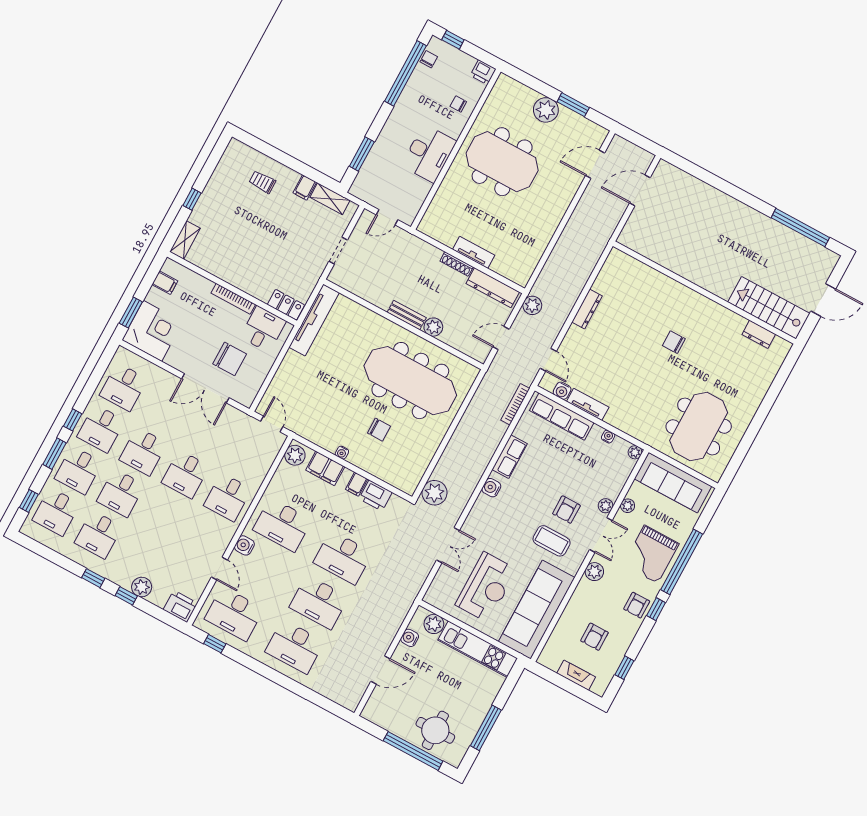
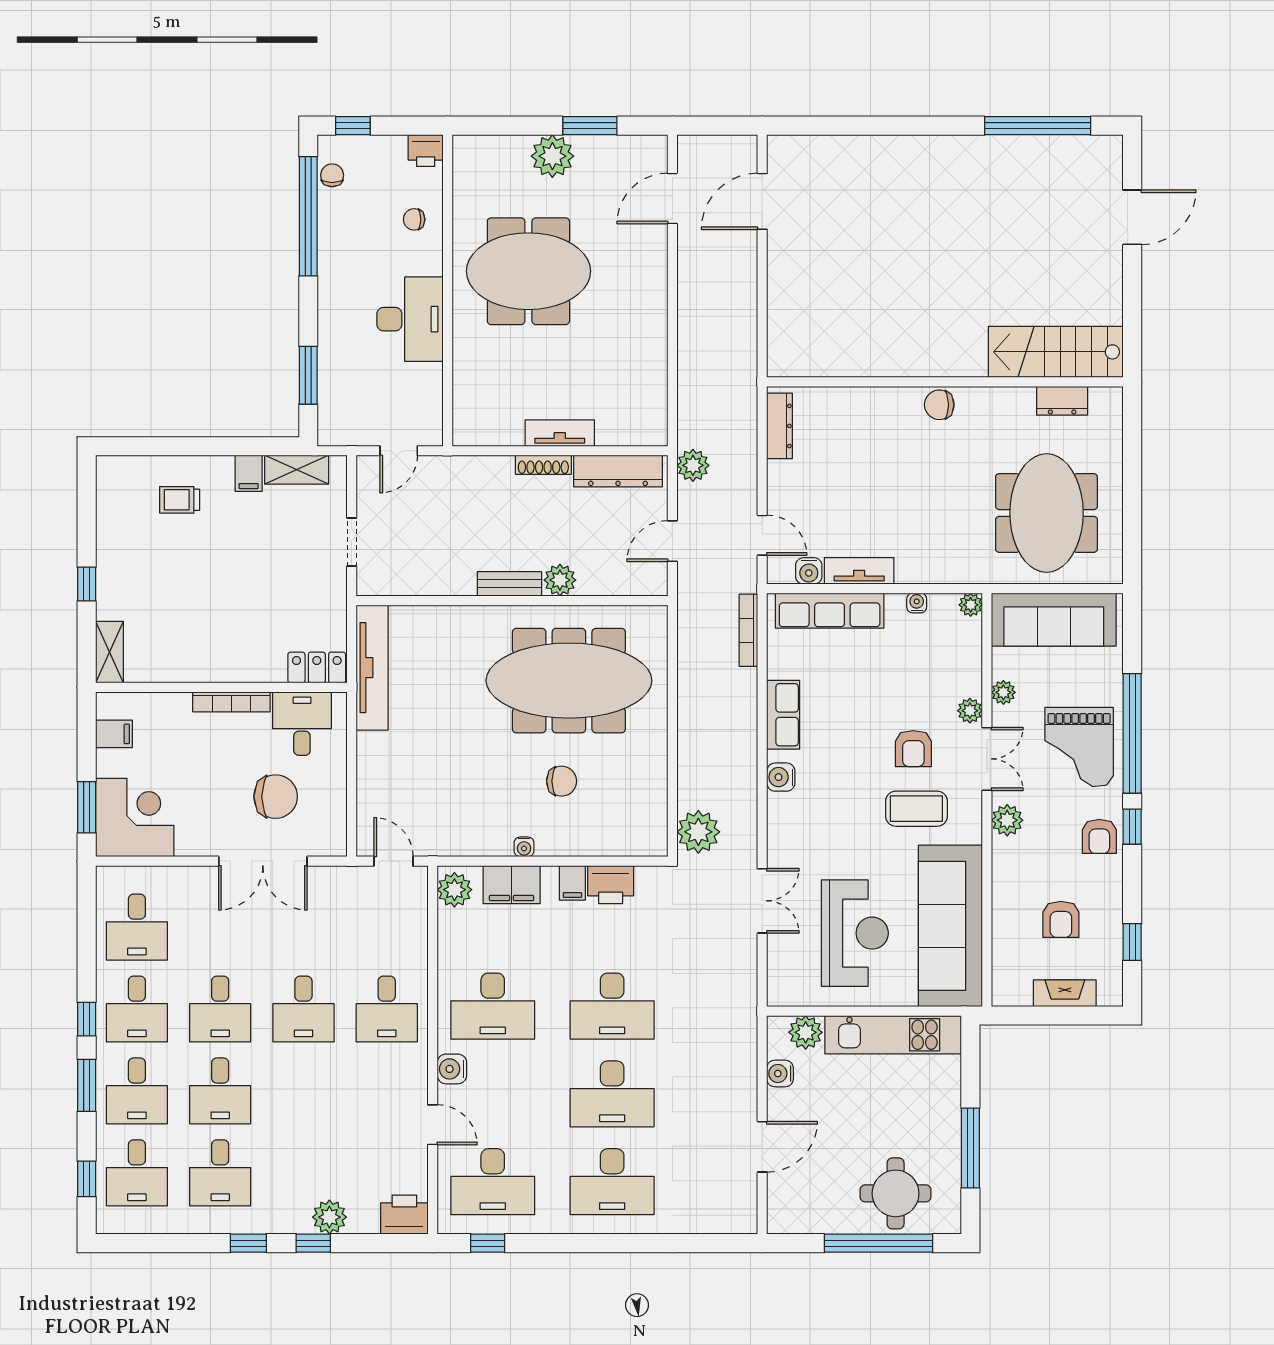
wall: (704, 293) -> (945, 382), moved
stairs: (769, 308) -> (1056, 352), moved
dresser: (759, 334) -> (1062, 401), moved

